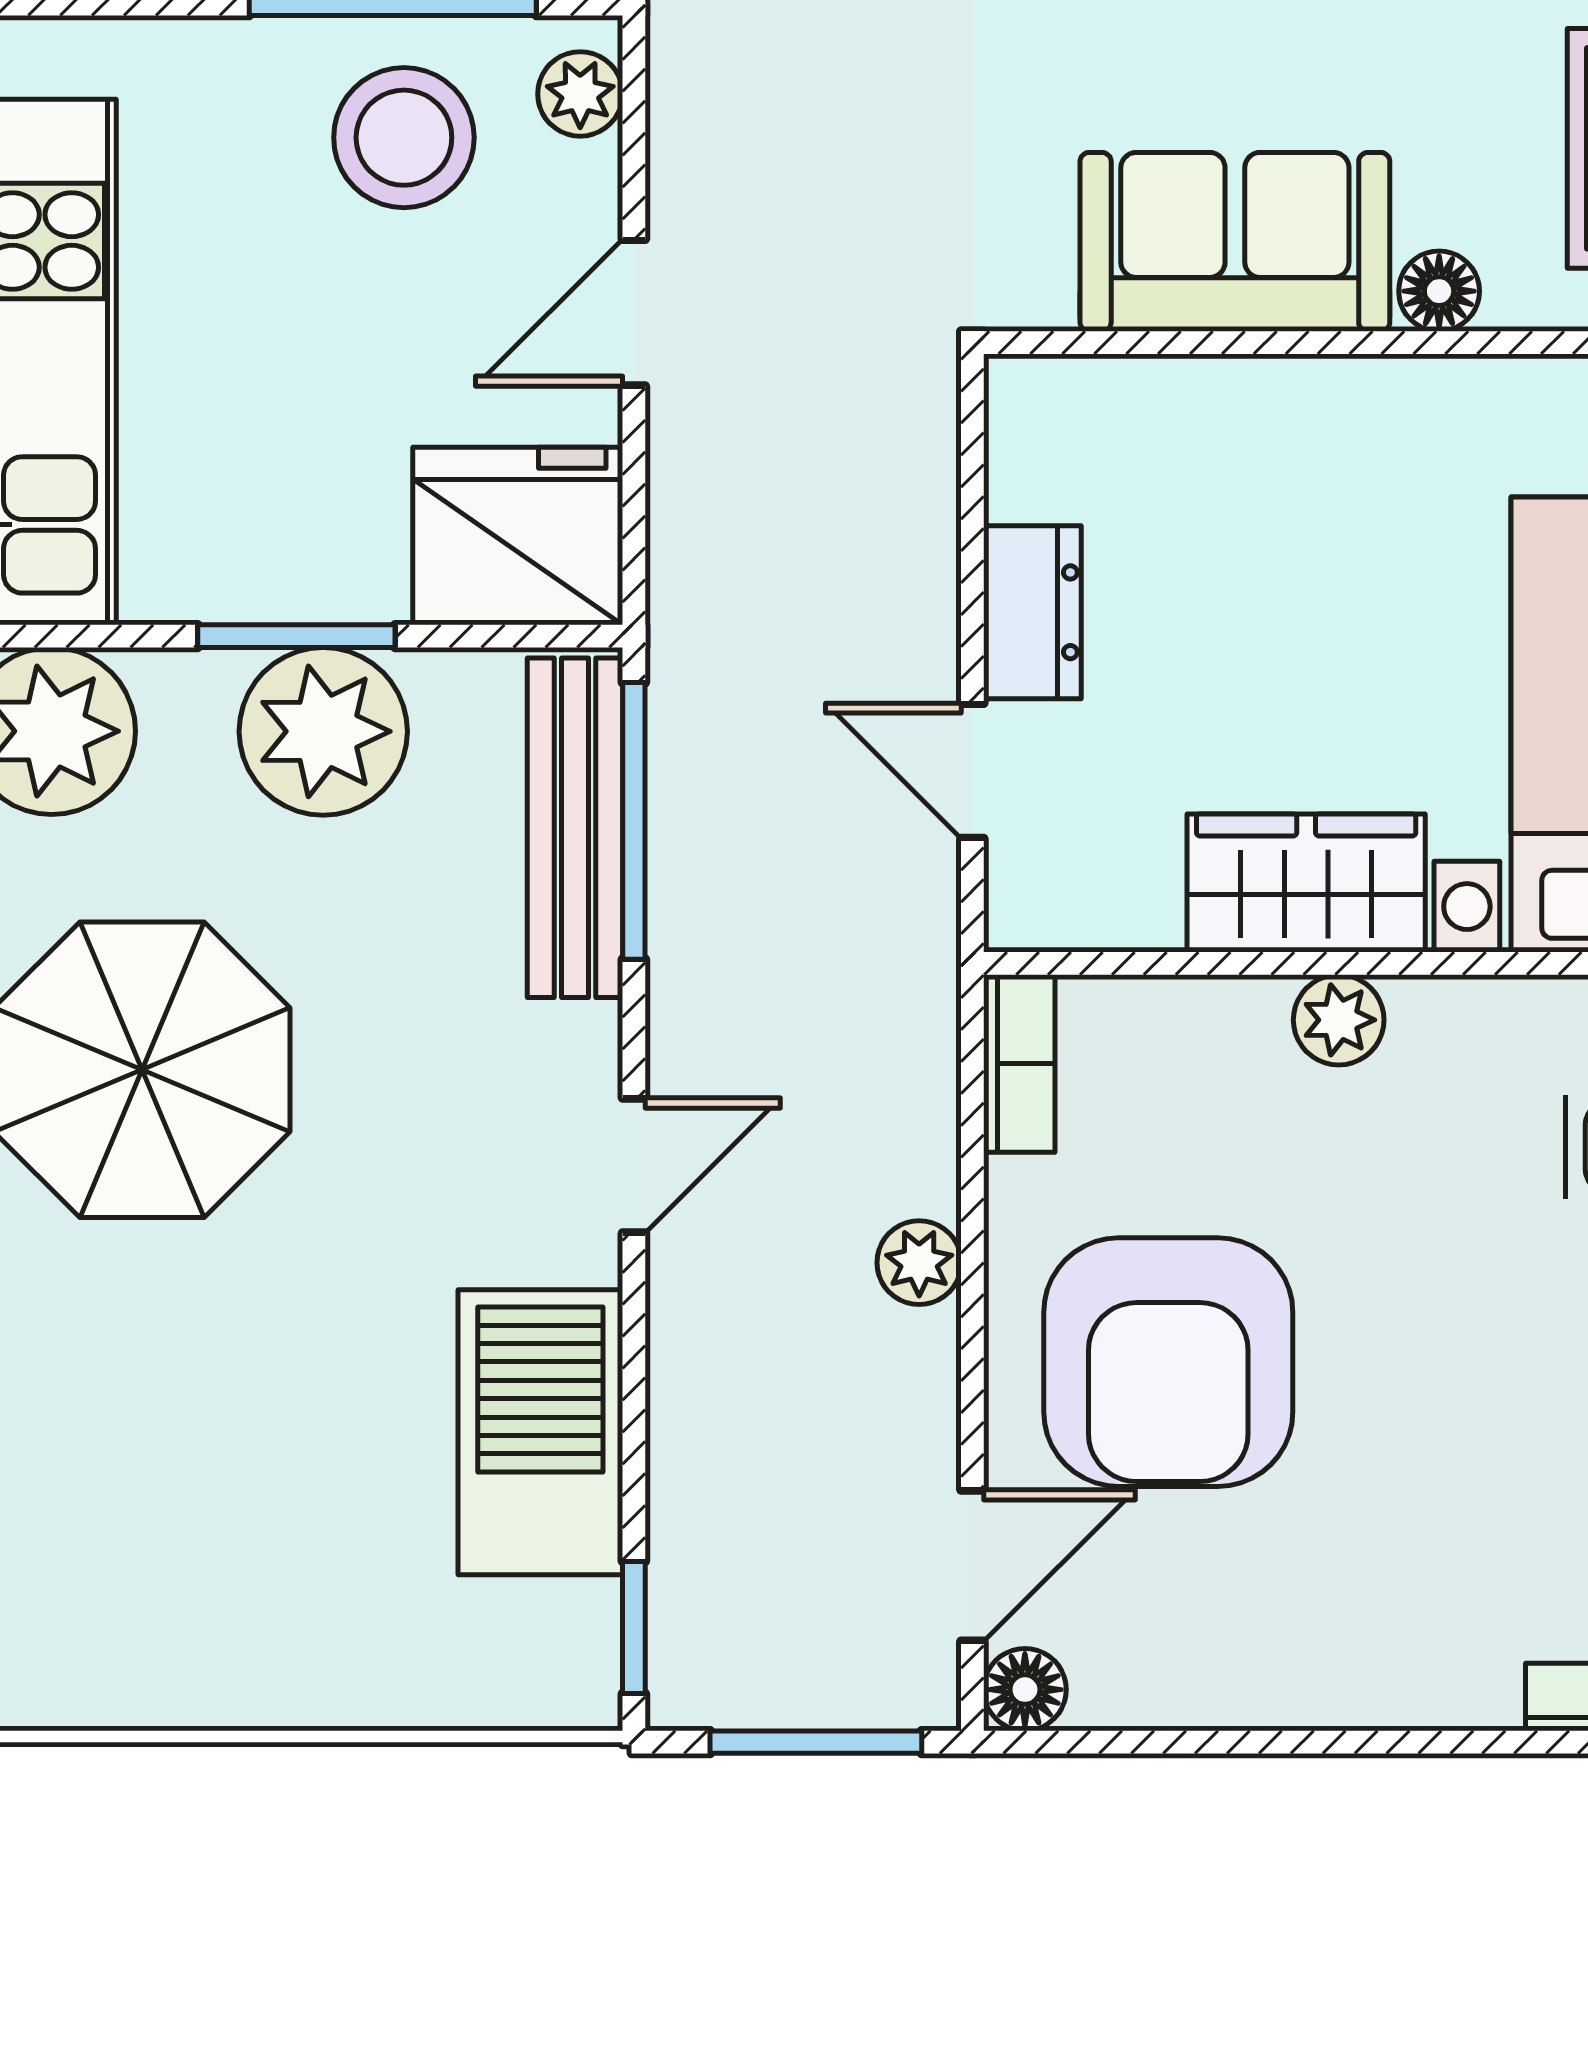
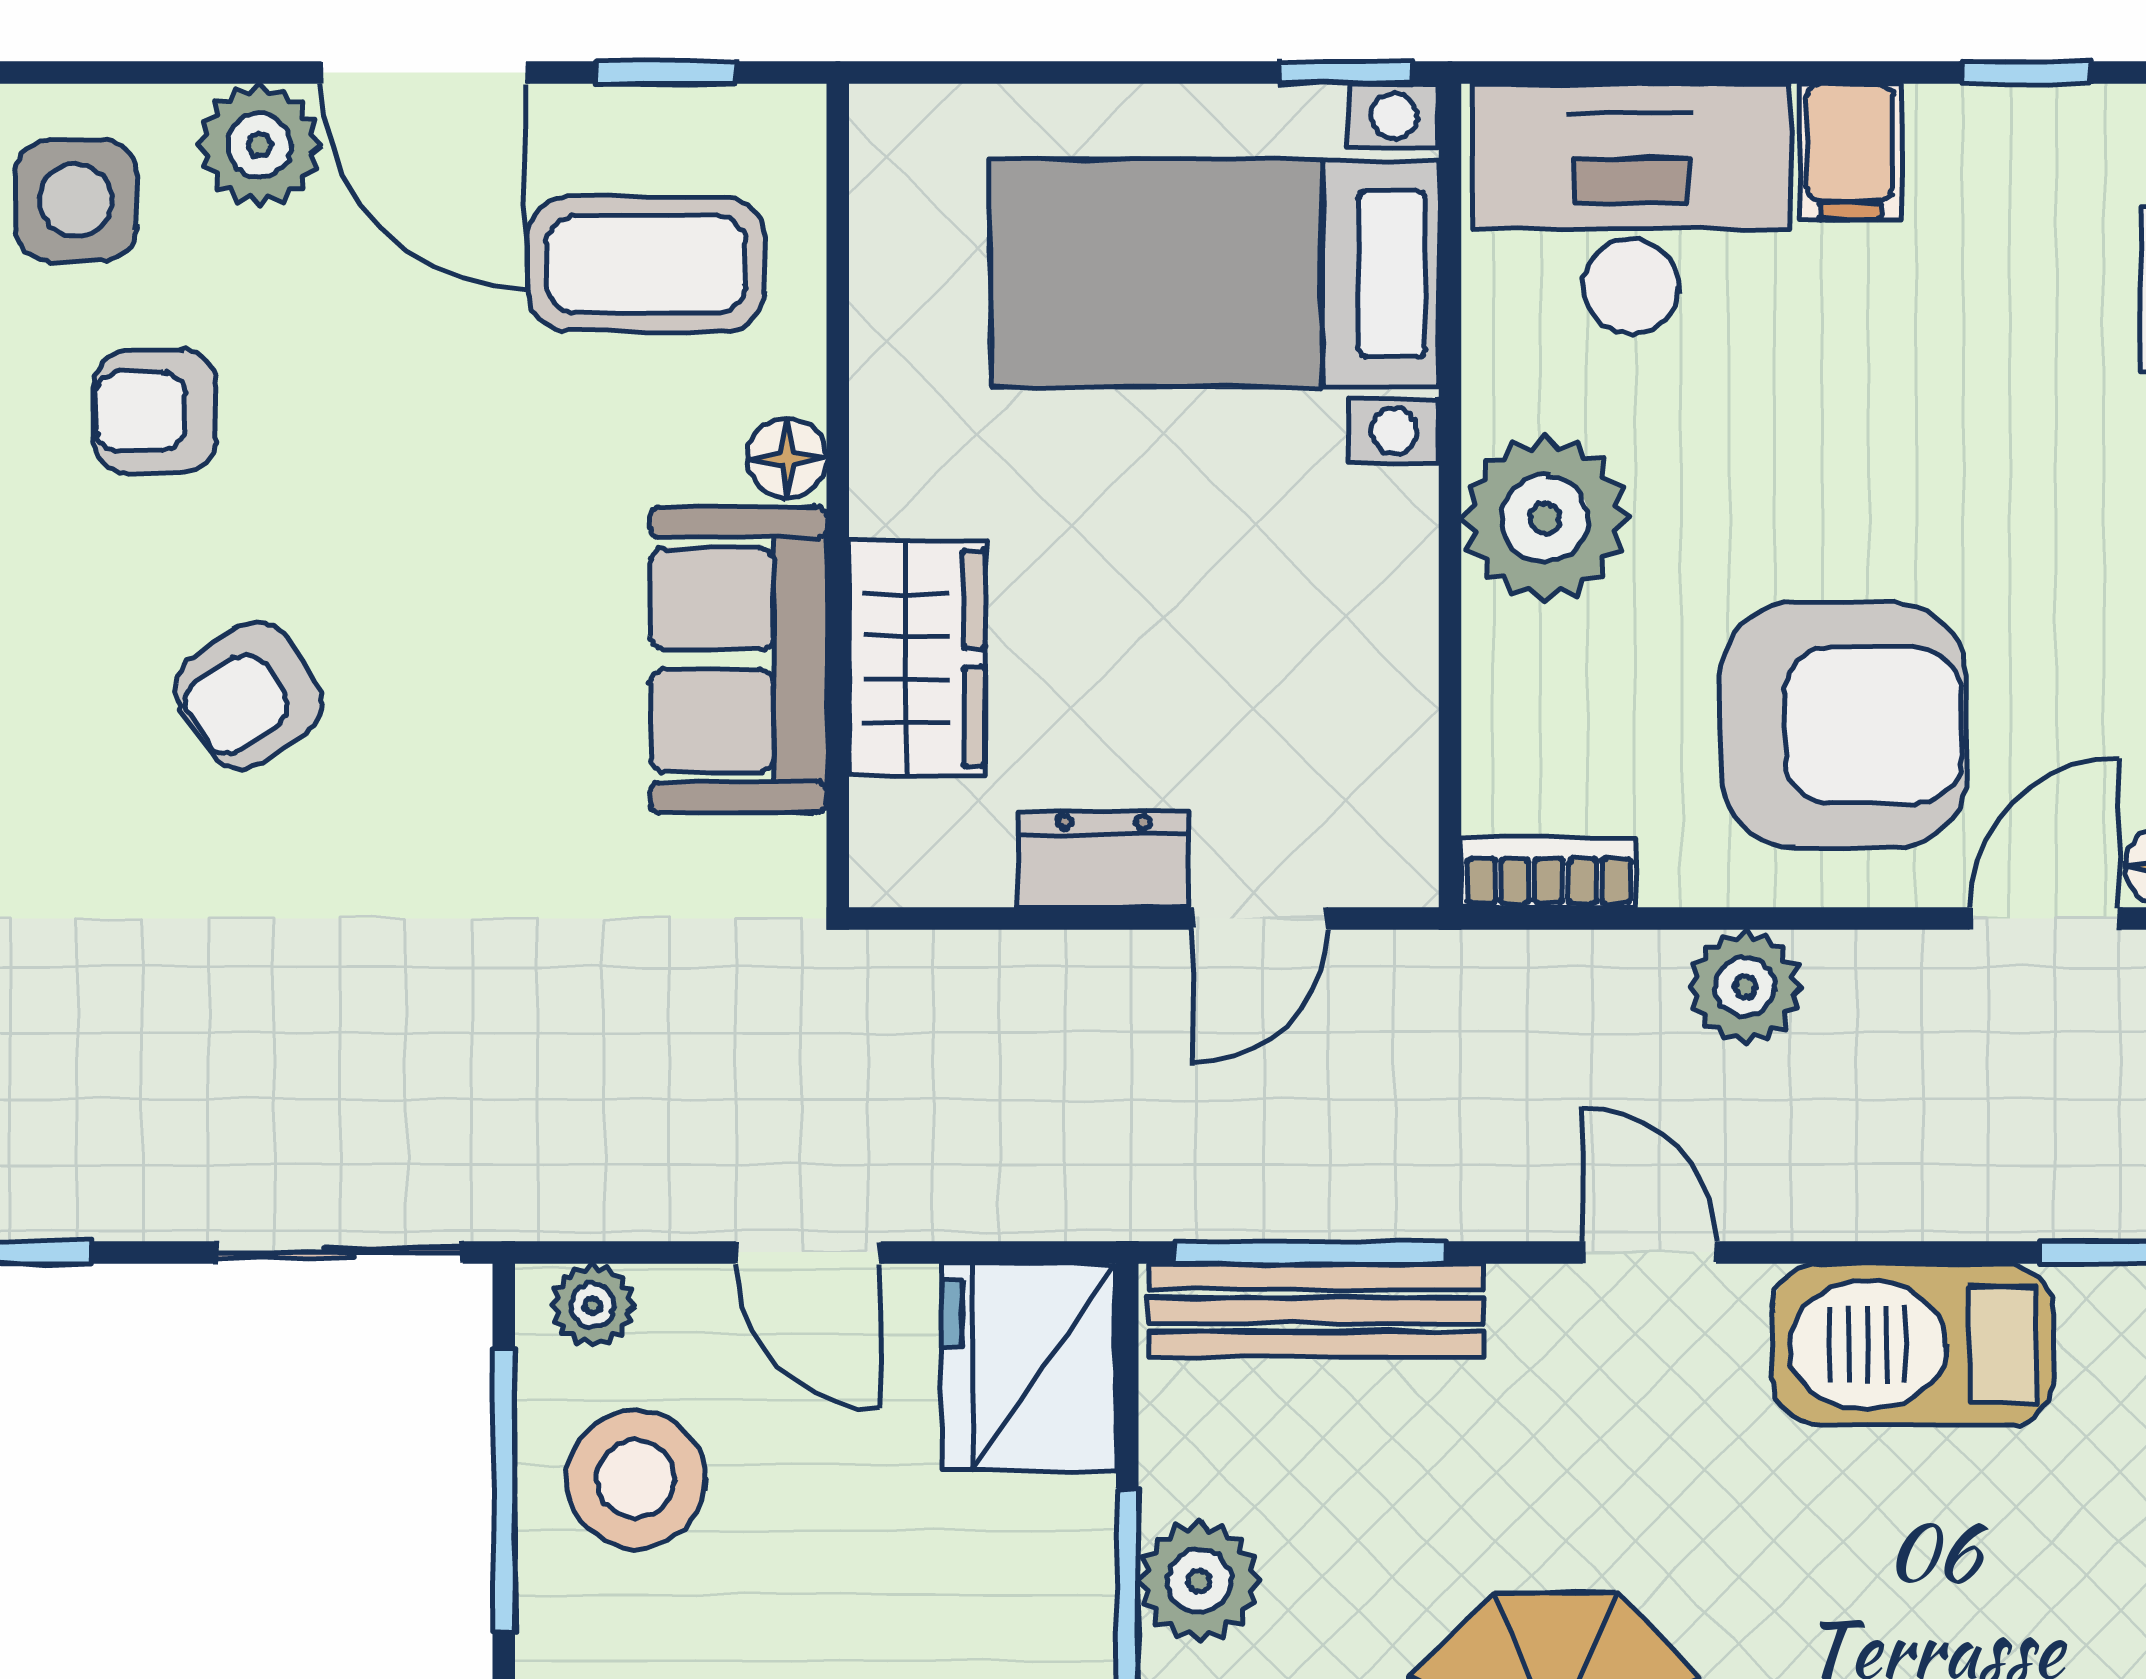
plant: (323, 731) -> (1199, 1581), width x0.73, depth x0.73
wardrobe: (1306, 883) -> (917, 658), moved, turned 180
plant: (1339, 1020) -> (1545, 518), width x1.87, depth x1.87
plant: (919, 1263) -> (1745, 987), width x1.38, depth x1.38
door: (972, 1566) -> (2044, 919), hinge flipped

